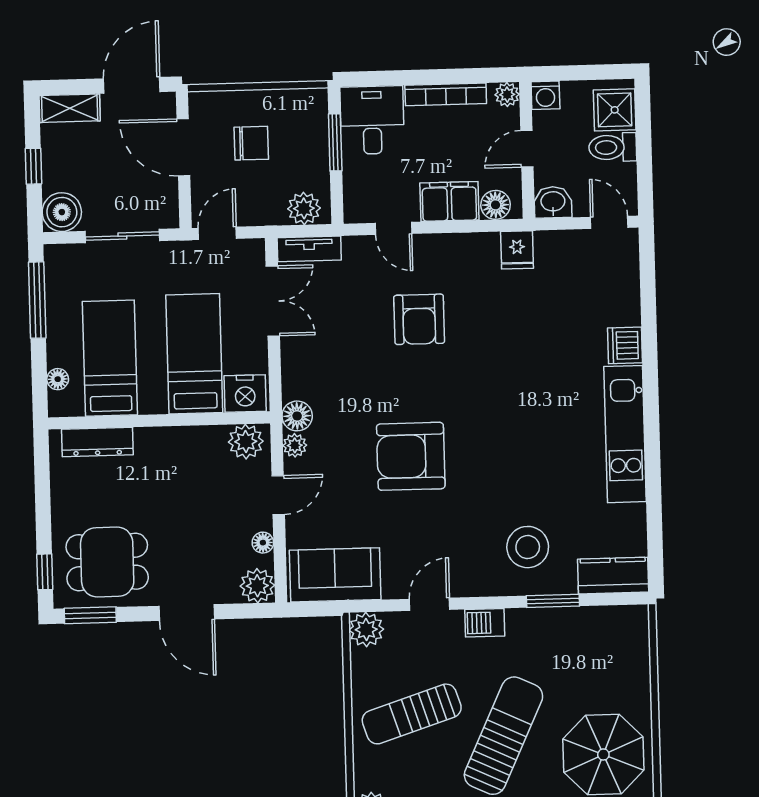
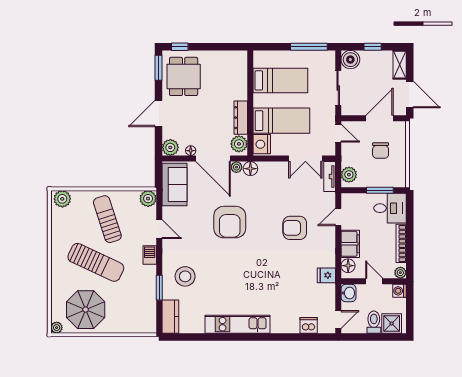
dishwasher: (625, 345) -> (309, 325), moved
floor lamp: (58, 379) -> (271, 55), removed
dresser: (97, 442) -> (241, 118), moved
armchair: (411, 456) -> (230, 222), turned 180
door: (278, 495) -> (213, 159), width x1.87

